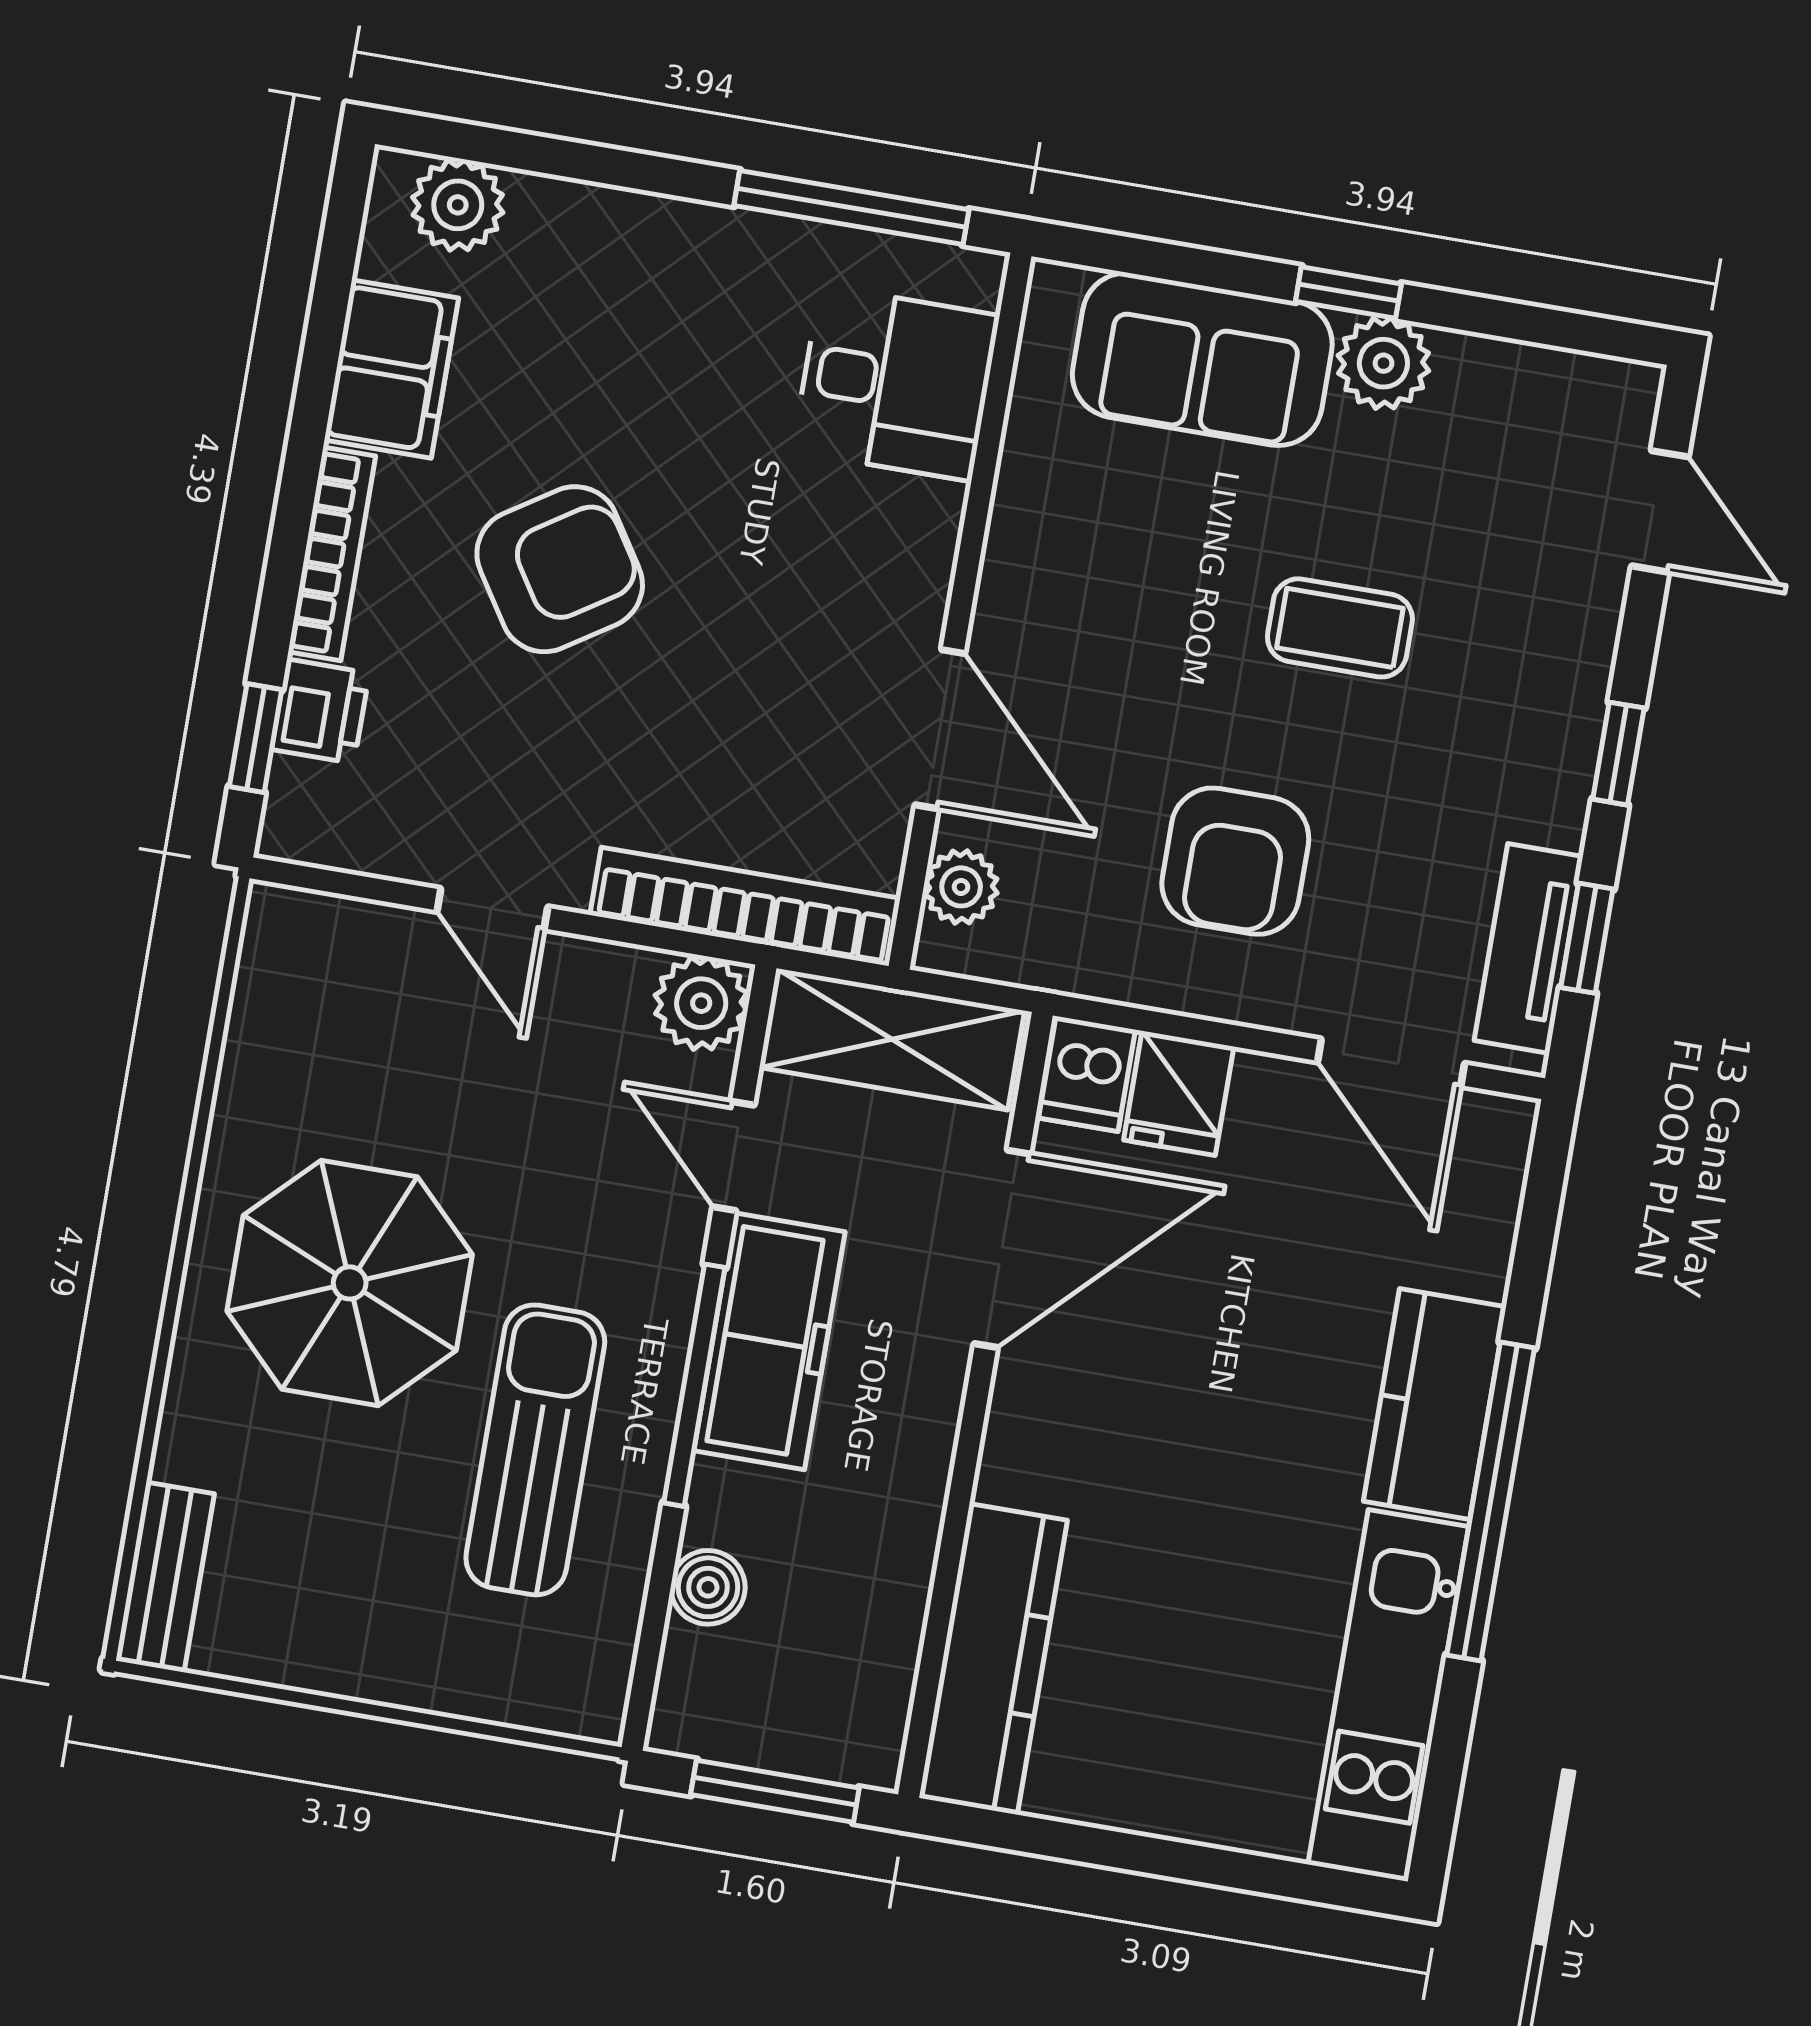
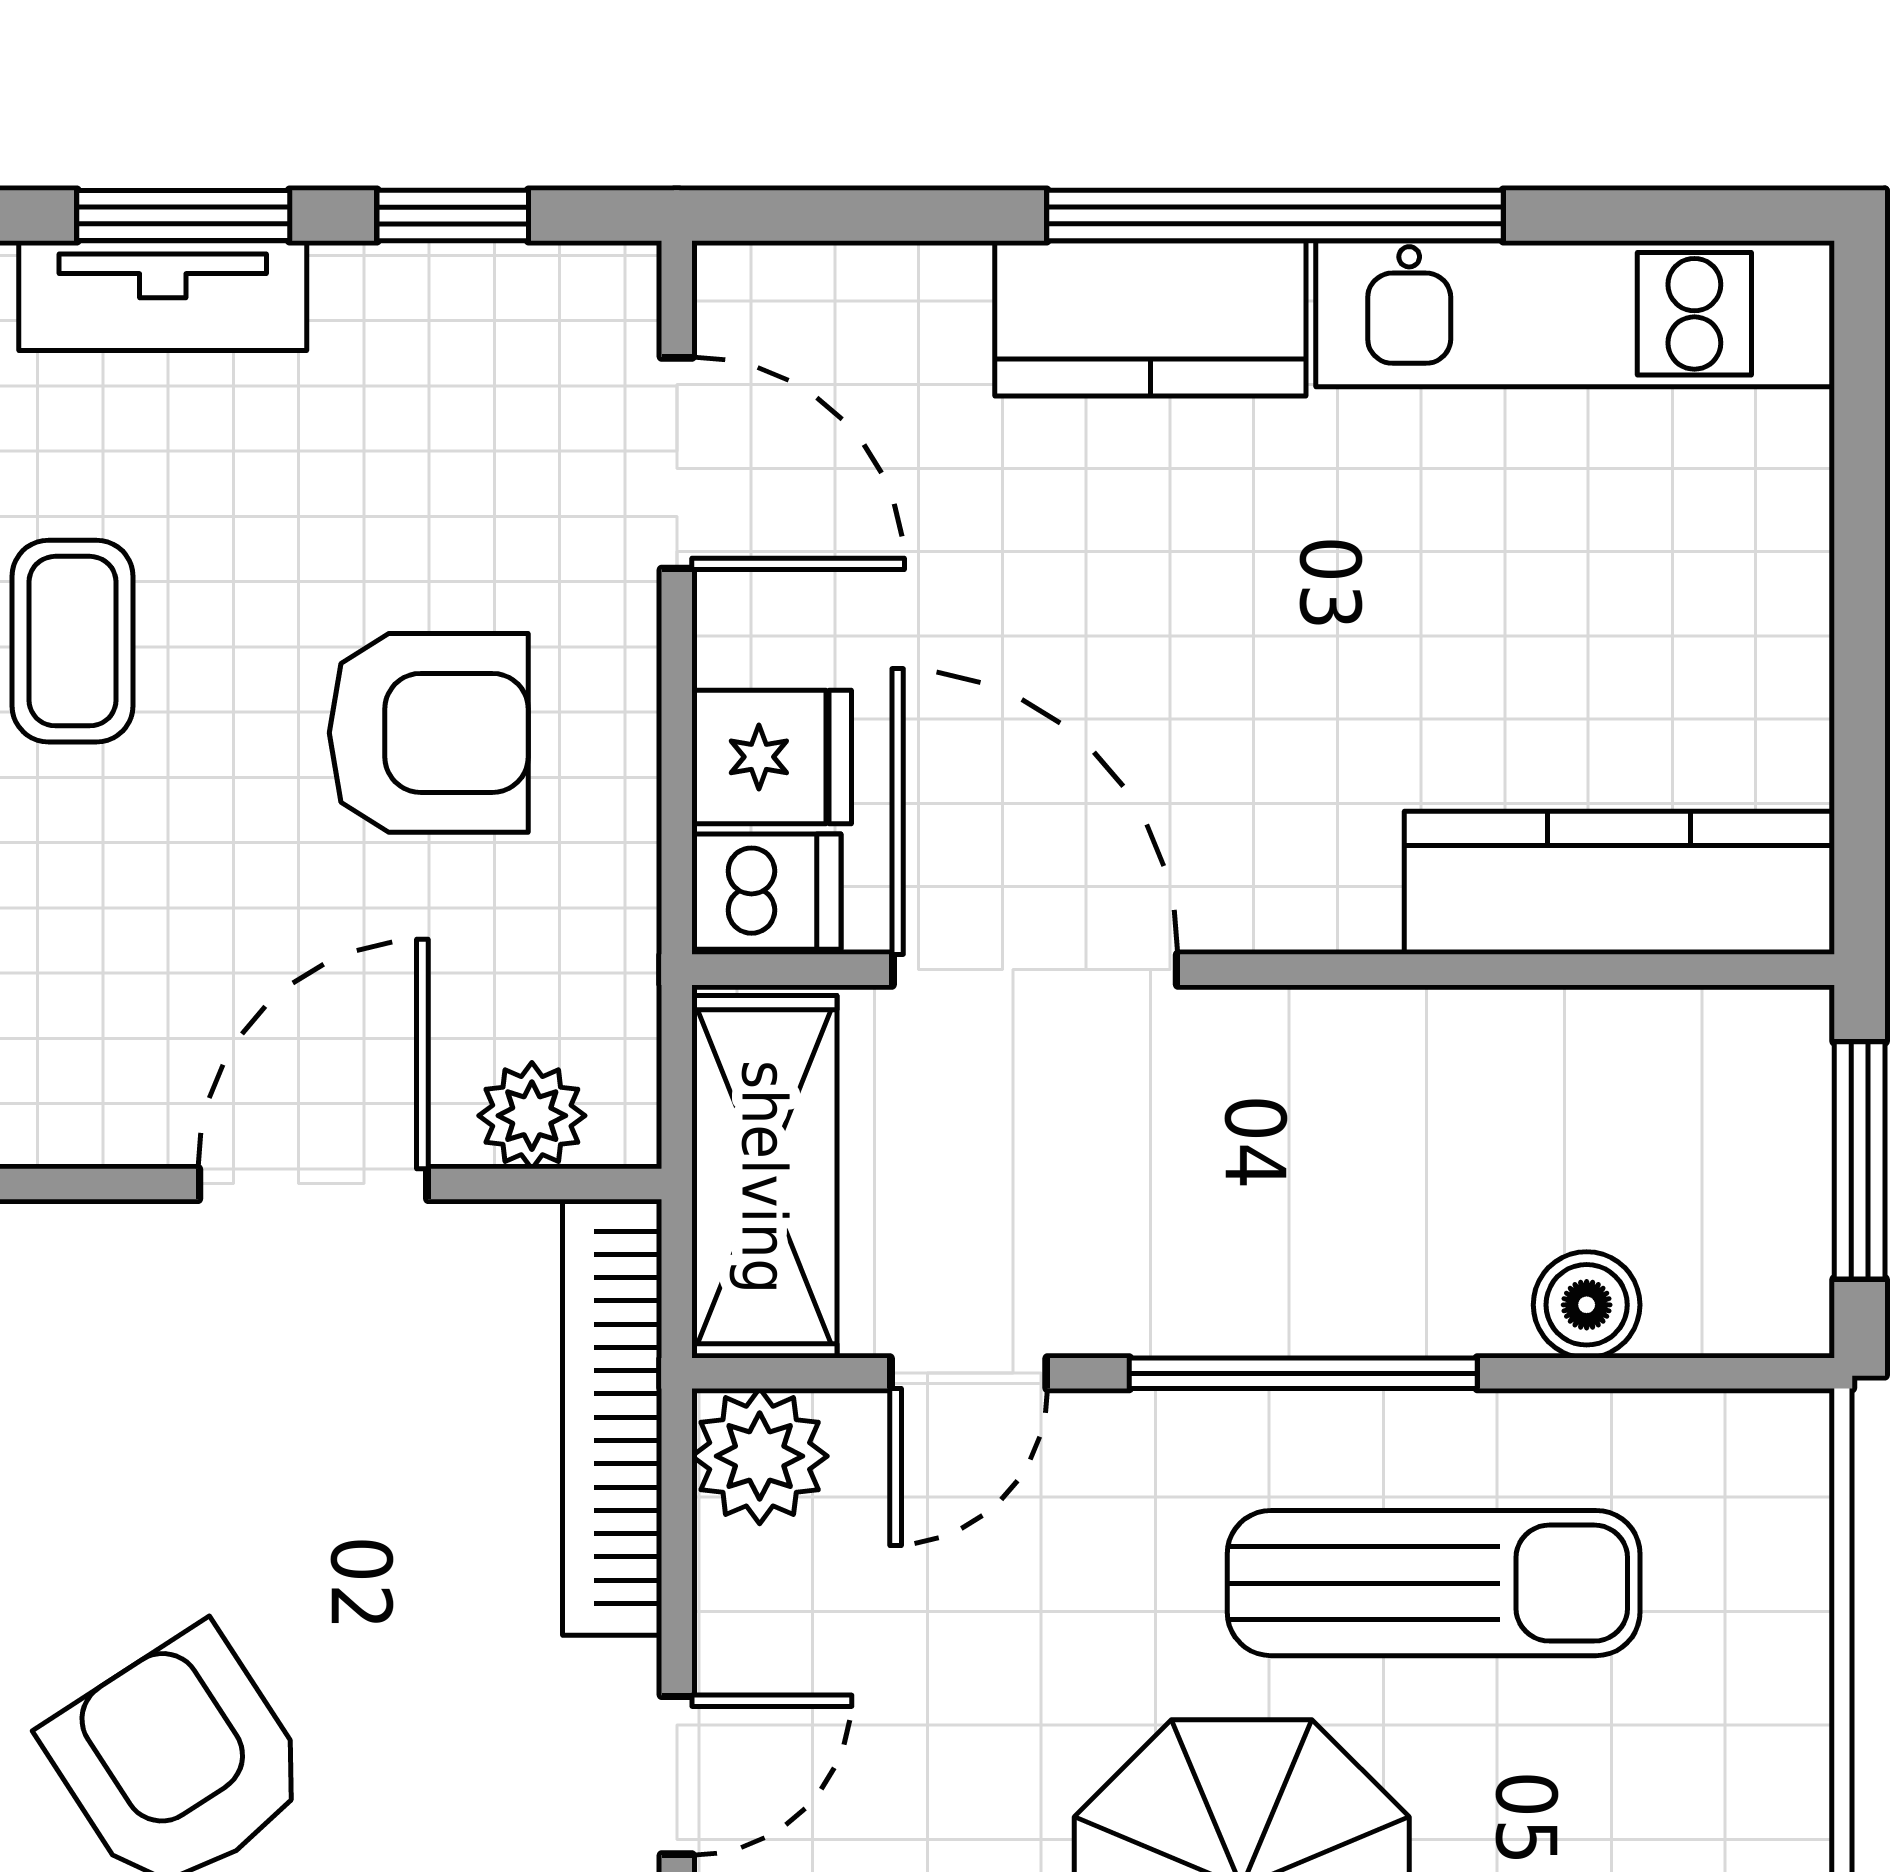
window: (1618, 754) -> (183, 216), width x1.50
tv unit: (1529, 949) -> (163, 296), moved
door: (1391, 1063) -> (677, 463), hinge flipped
freezer: (769, 1341) -> (1223, 1277), removed
sun lounger: (535, 1450) -> (1434, 1583), turned 180

